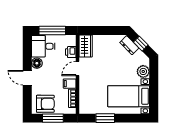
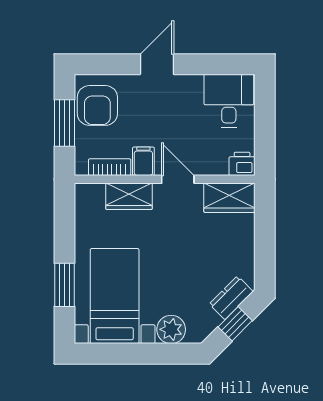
window: (52, 31) -> (265, 121), removed
printer: (71, 52) -> (242, 164), moved
floor lamp: (37, 63) -> (190, 86), removed
wardrobe: (85, 90) -> (129, 196), added
window: (105, 118) -> (64, 285), moved

